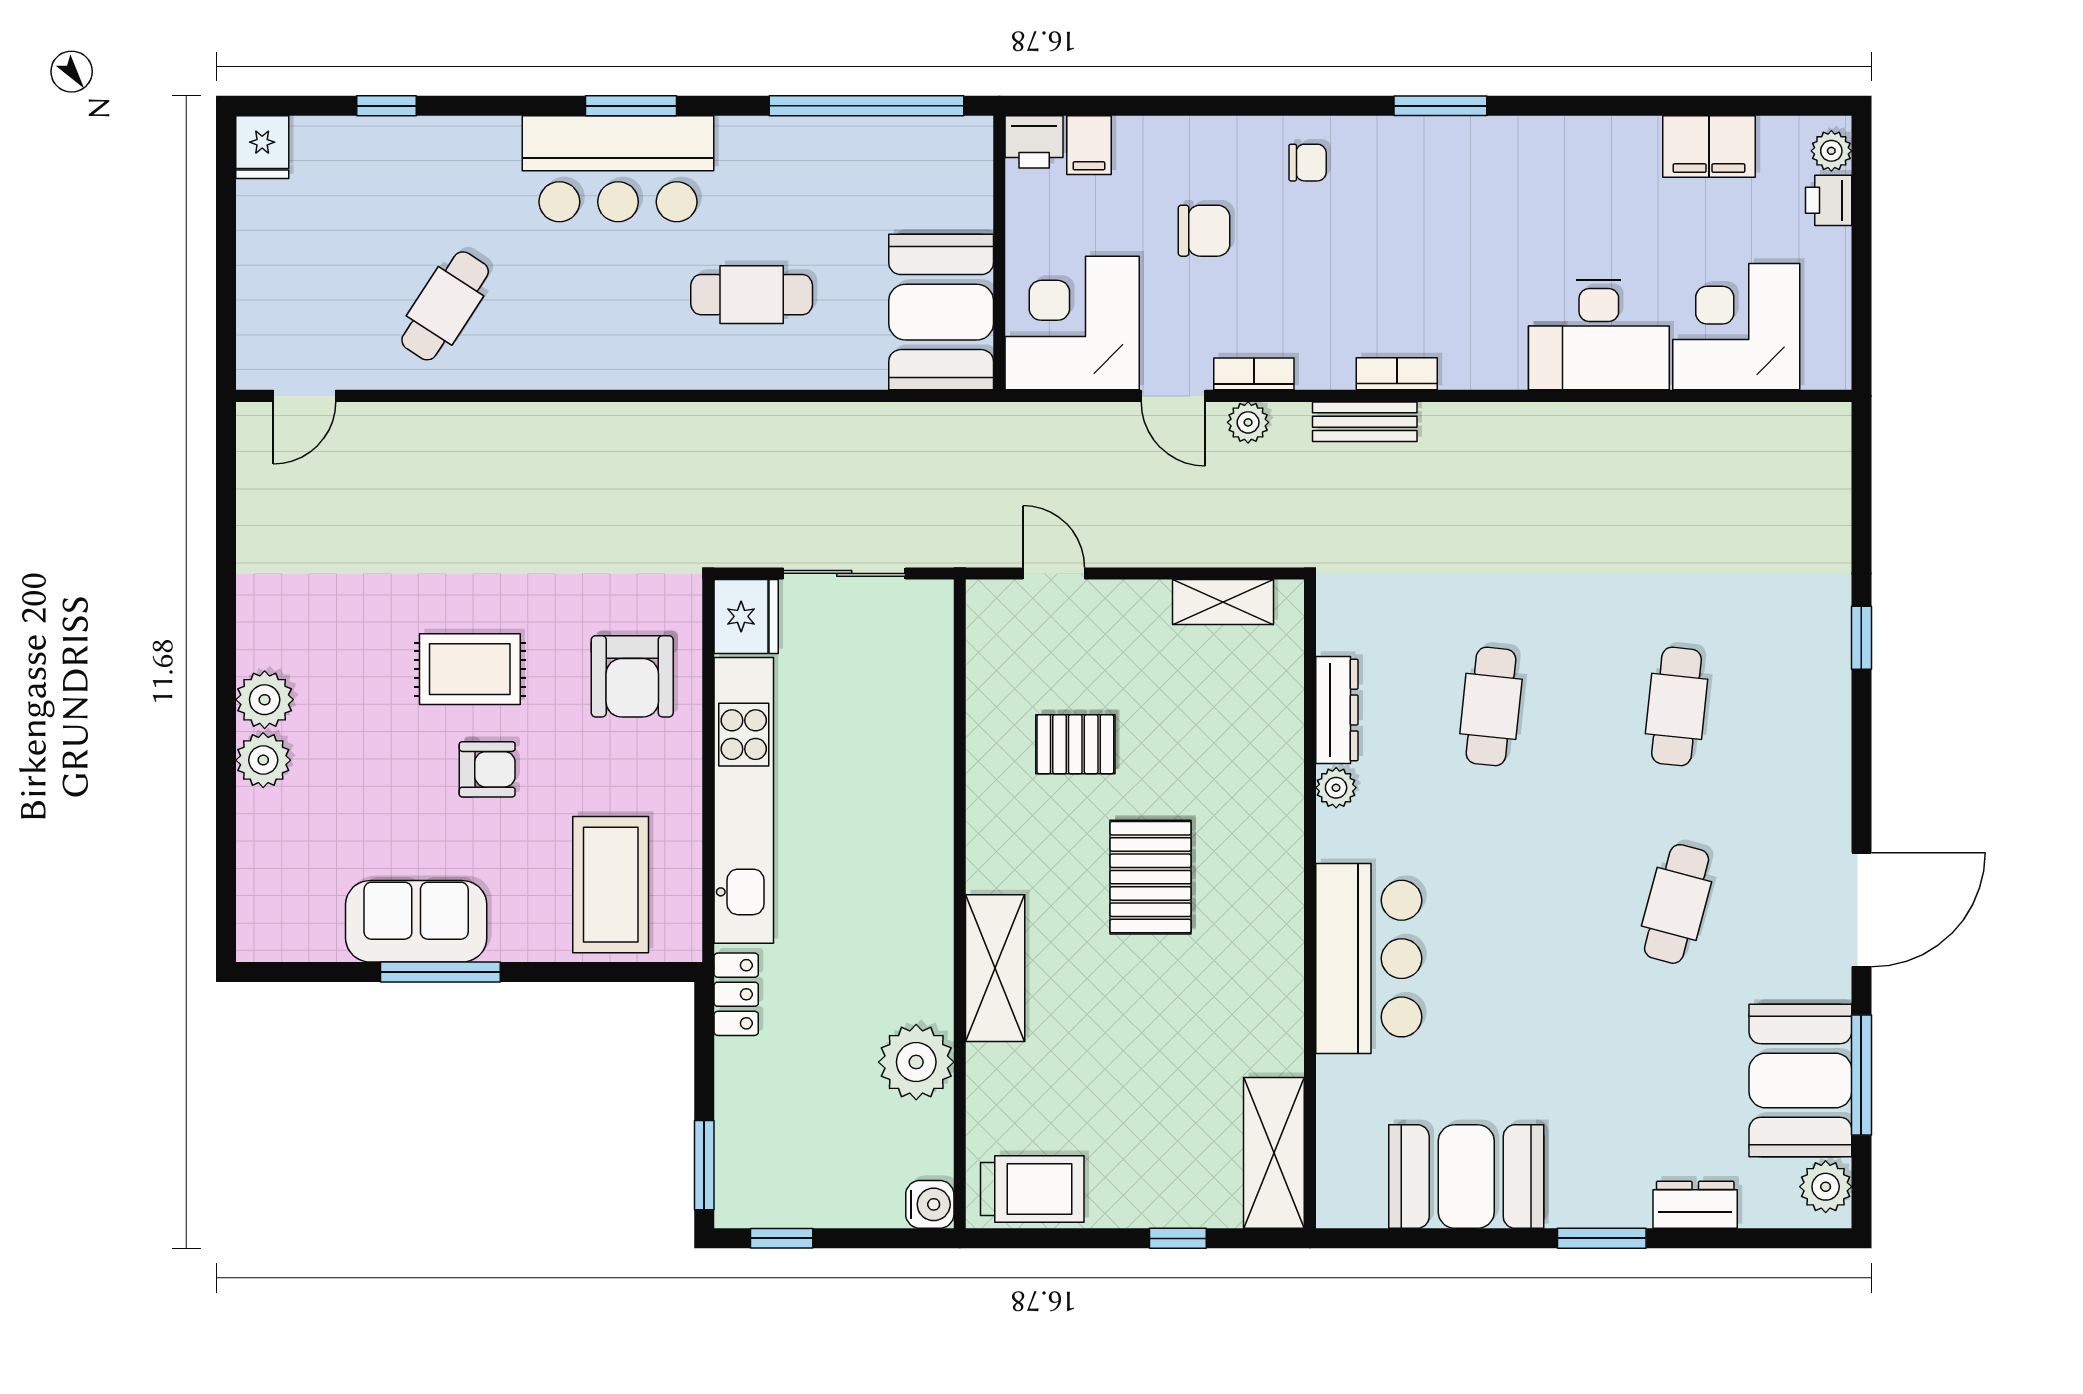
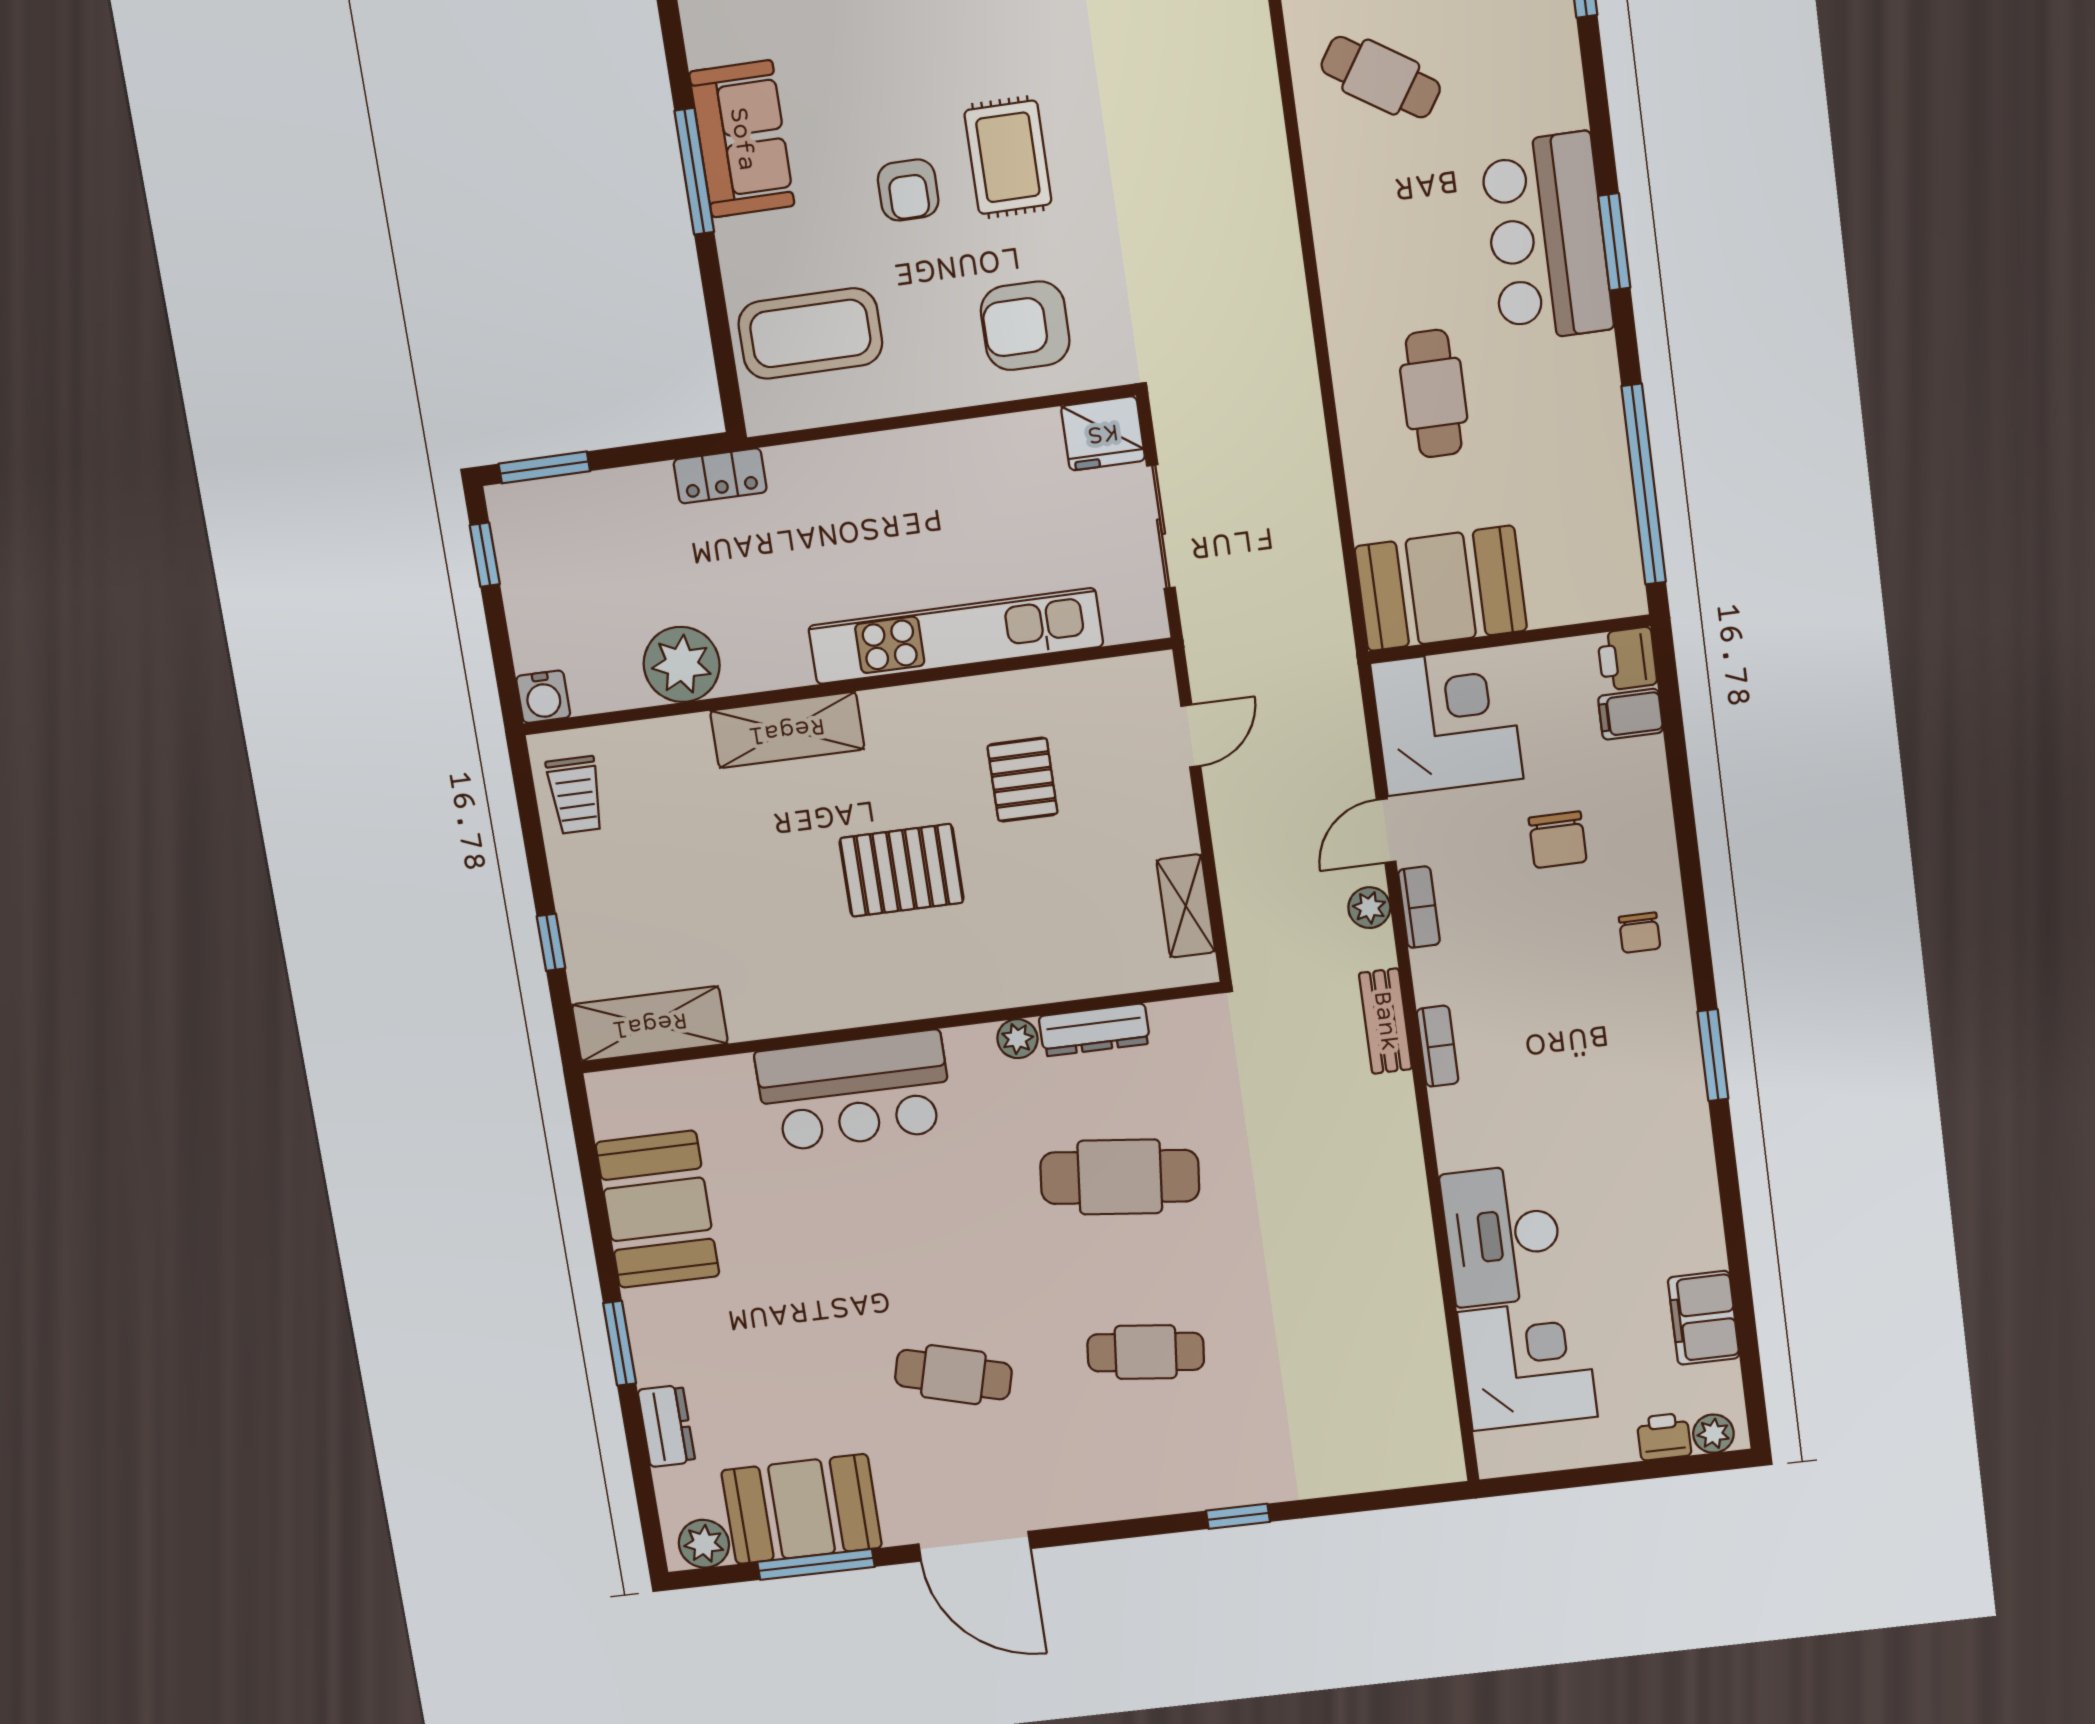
cafe table: (1491, 706) -> (1120, 1177), width x1.37, depth x1.35
kitchen unit: (744, 800) -> (956, 636), moved, turned 180
trolley: (1032, 1189) -> (575, 795), width x0.73, depth x0.72

